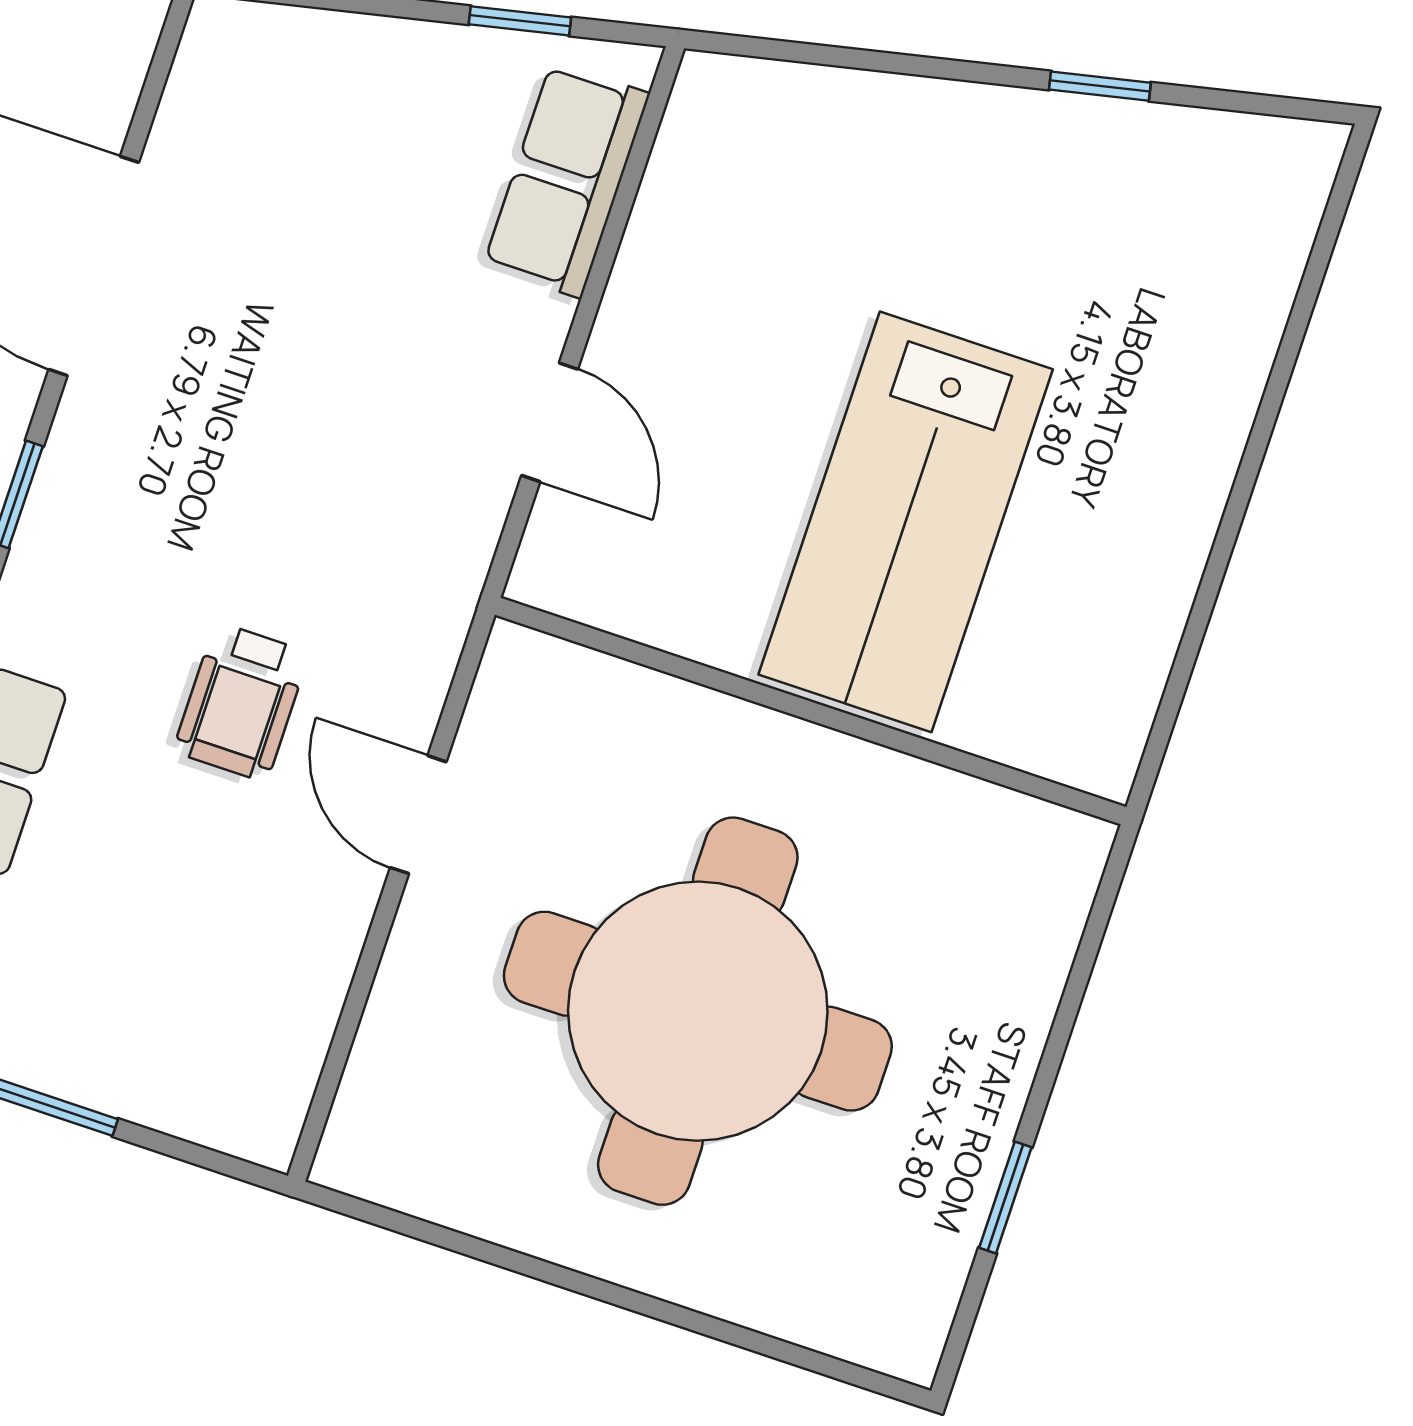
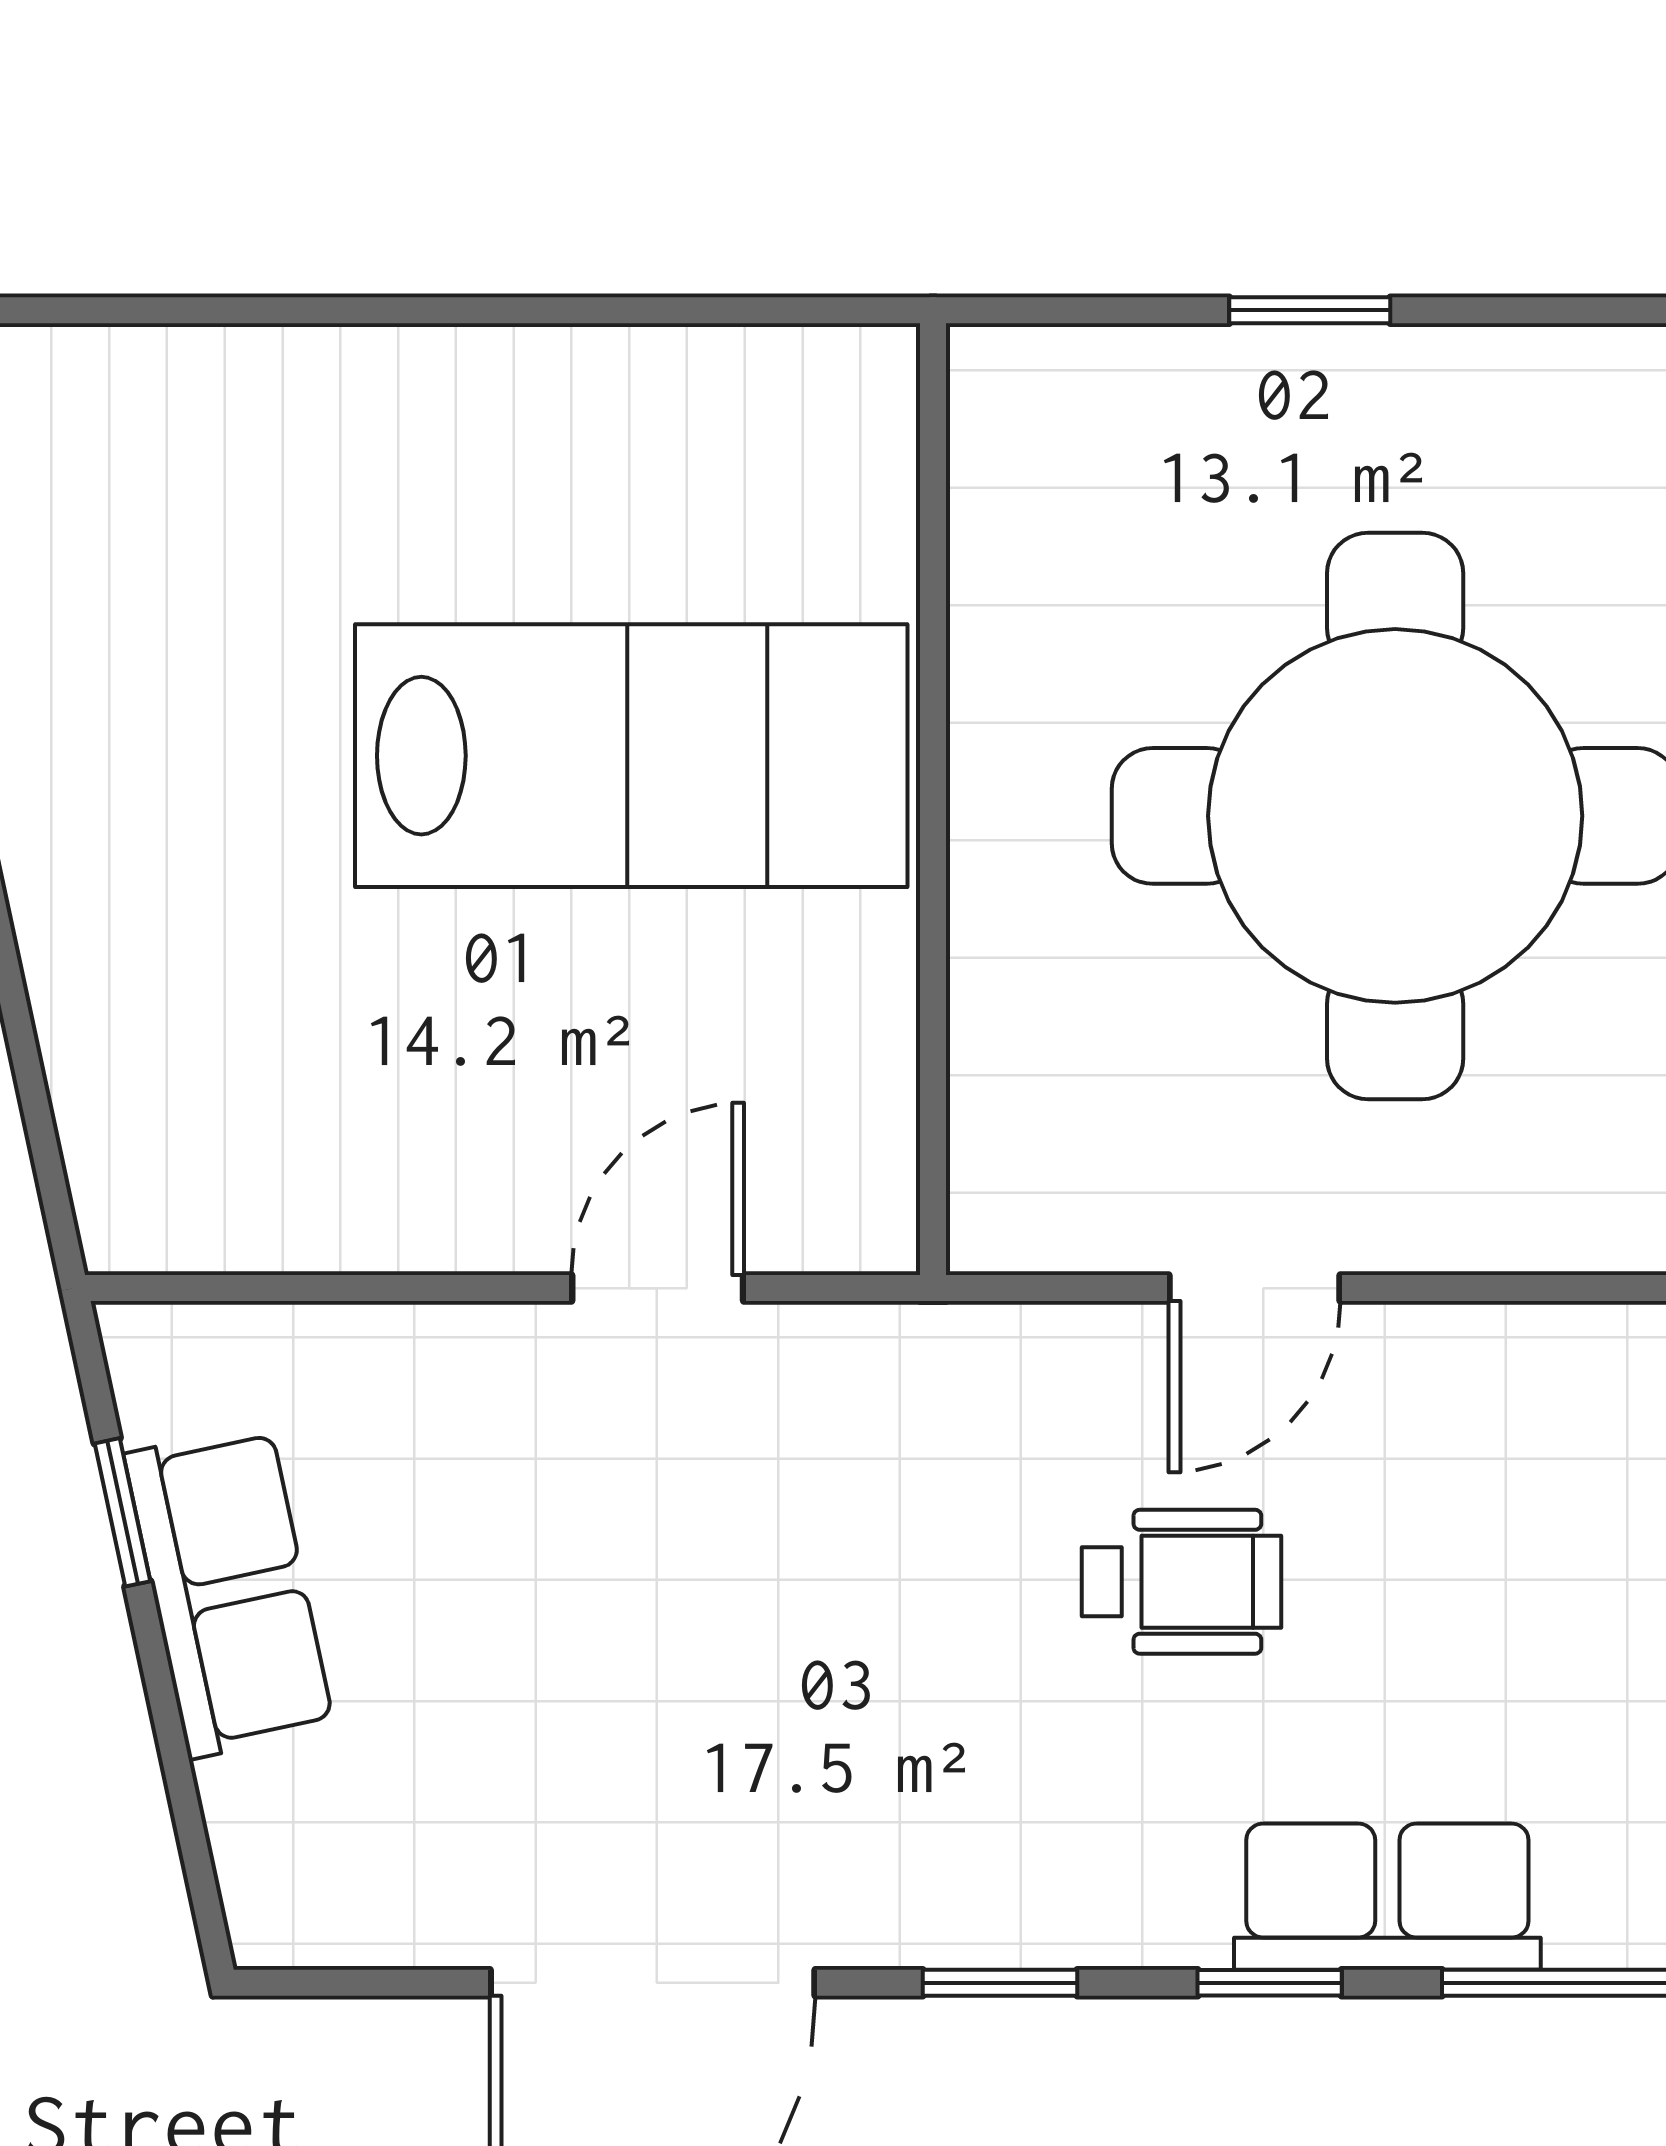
row of seats: (566, 180) -> (229, 1591), moved, turned -102
window: (1005, 1198) -> (1310, 310), moved

